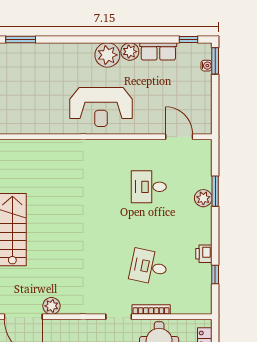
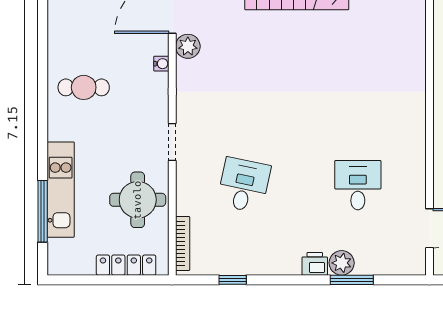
printer: (204, 254) -> (315, 264), moved
bookcase: (151, 310) -> (183, 244), moved
water cooler: (64, 324) -> (161, 64), added

